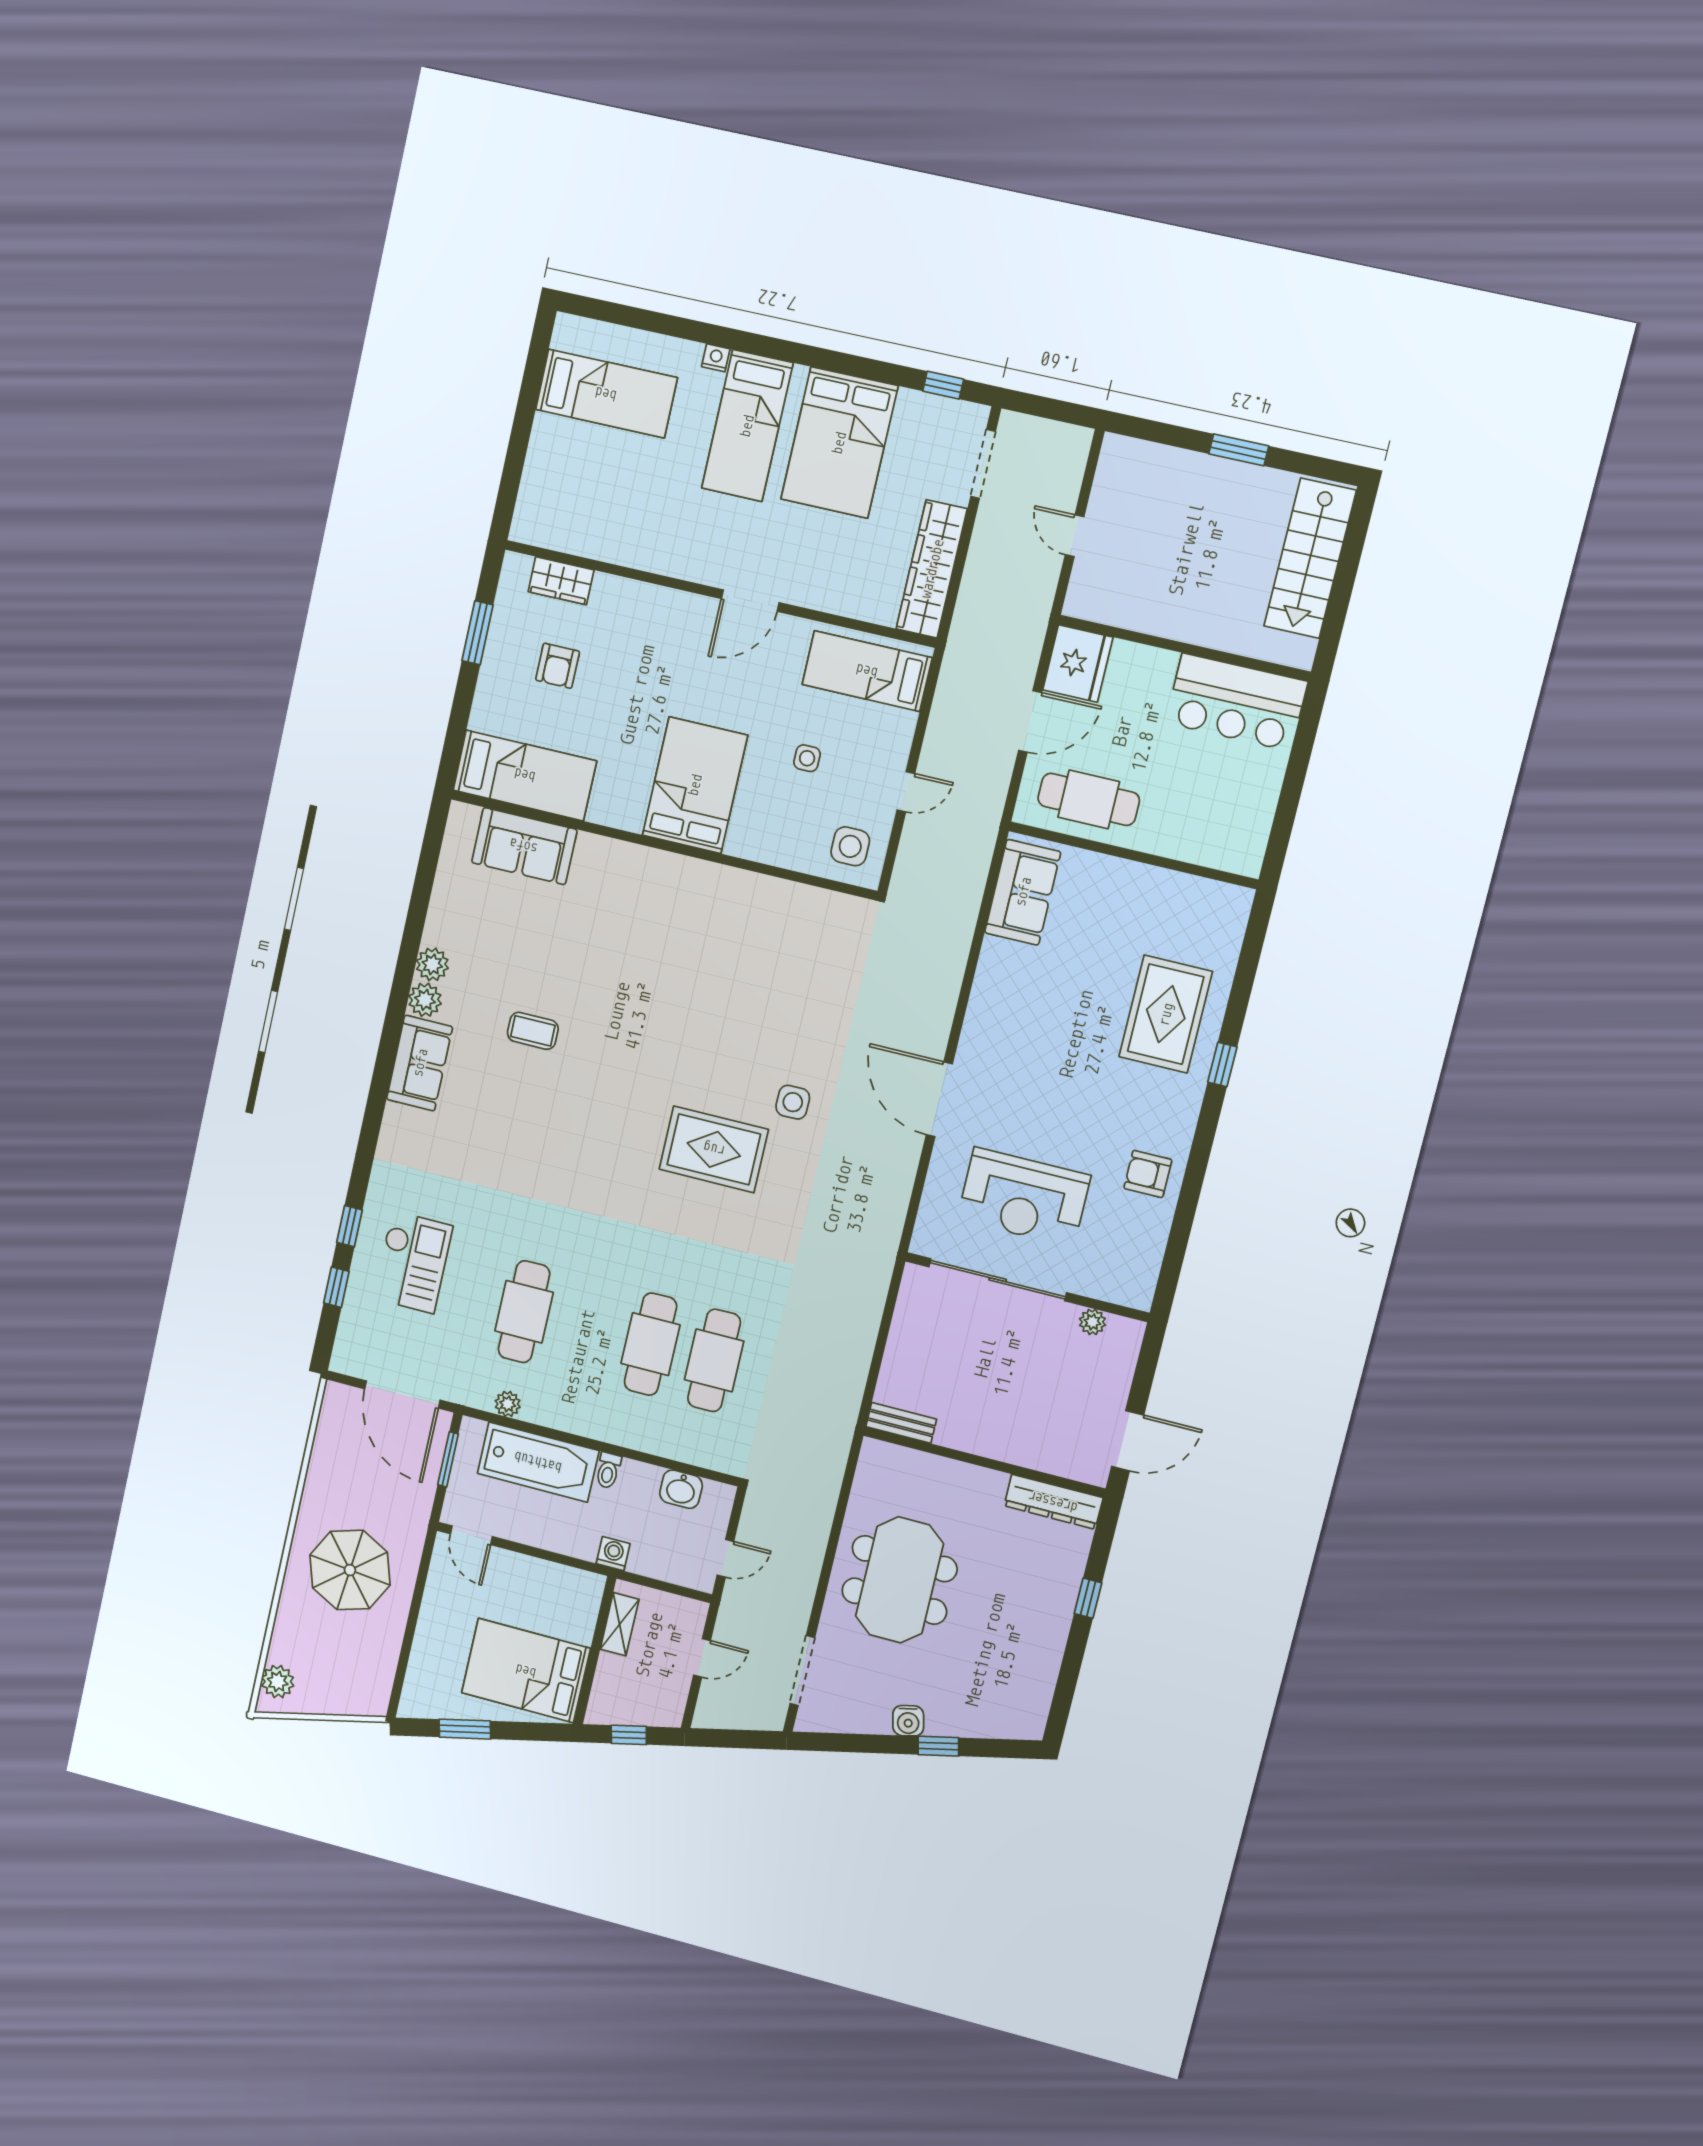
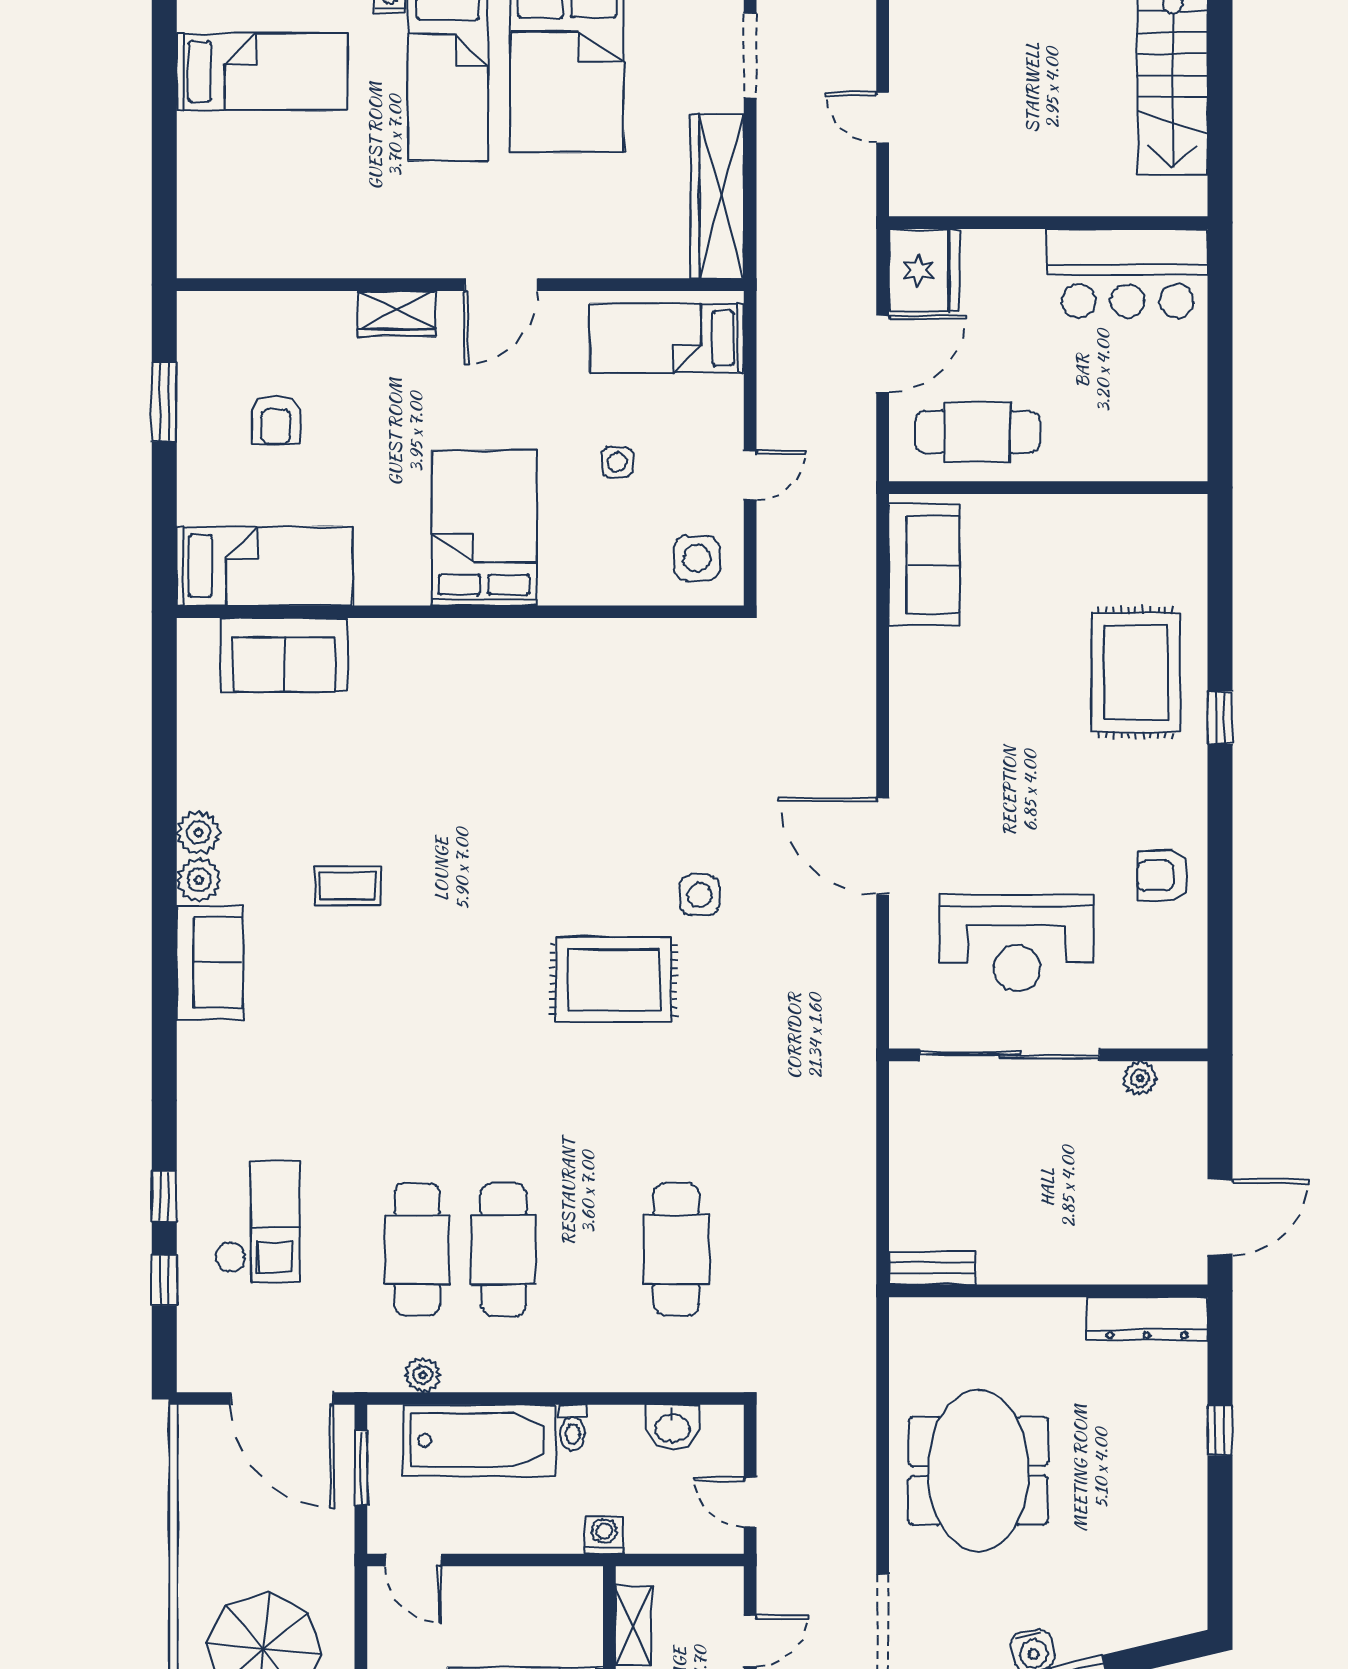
wardrobe: (561, 581) -> (397, 314), moved
cafe table: (650, 1344) -> (503, 1249), moved
door: (725, 1558) -> (750, 1502), swing flipped

